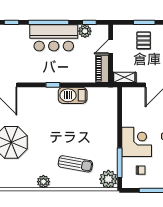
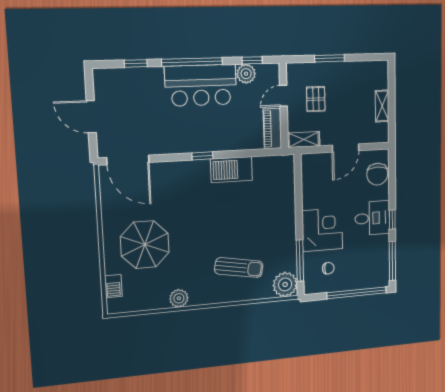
pallet: (144, 40) -> (316, 99), moved
plant: (43, 182) -> (179, 298), moved

